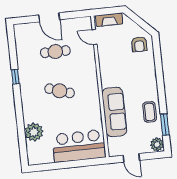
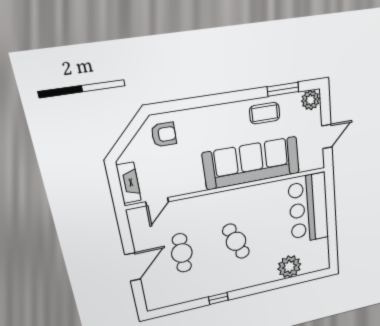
cafe table: (60, 91) -> (236, 241), turned -39
sofa: (114, 112) -> (252, 163), width x1.36, depth x1.27

